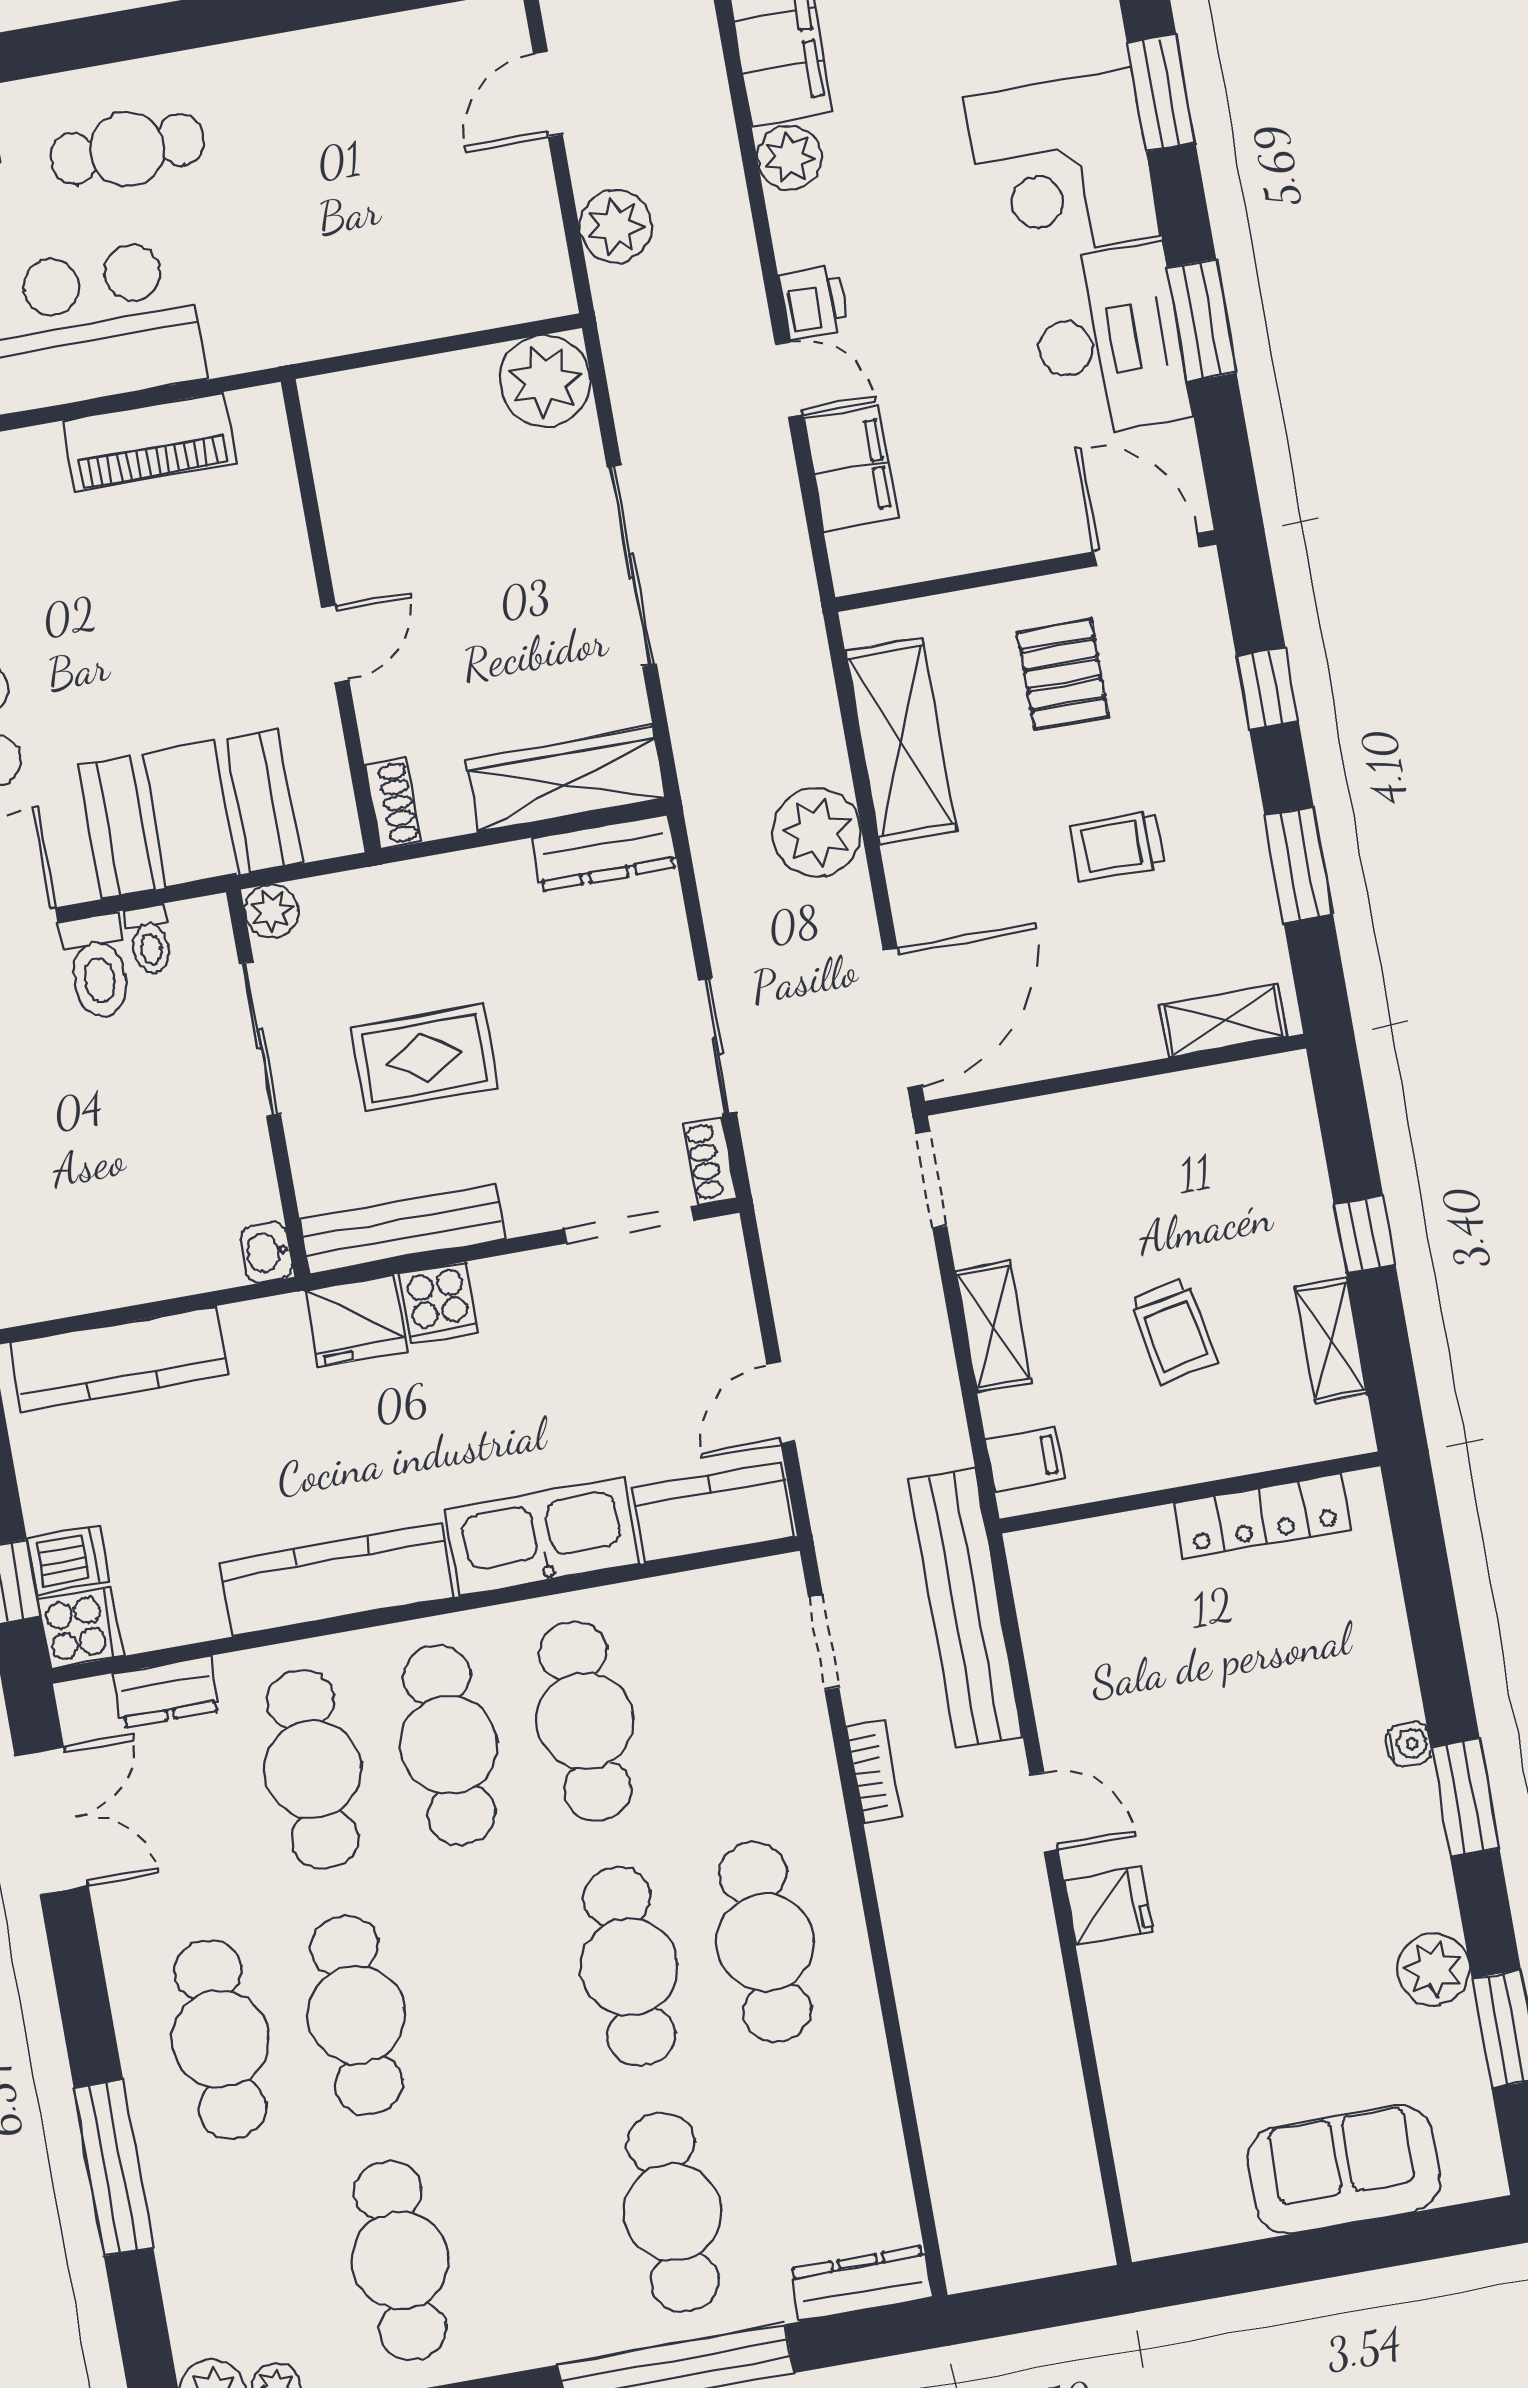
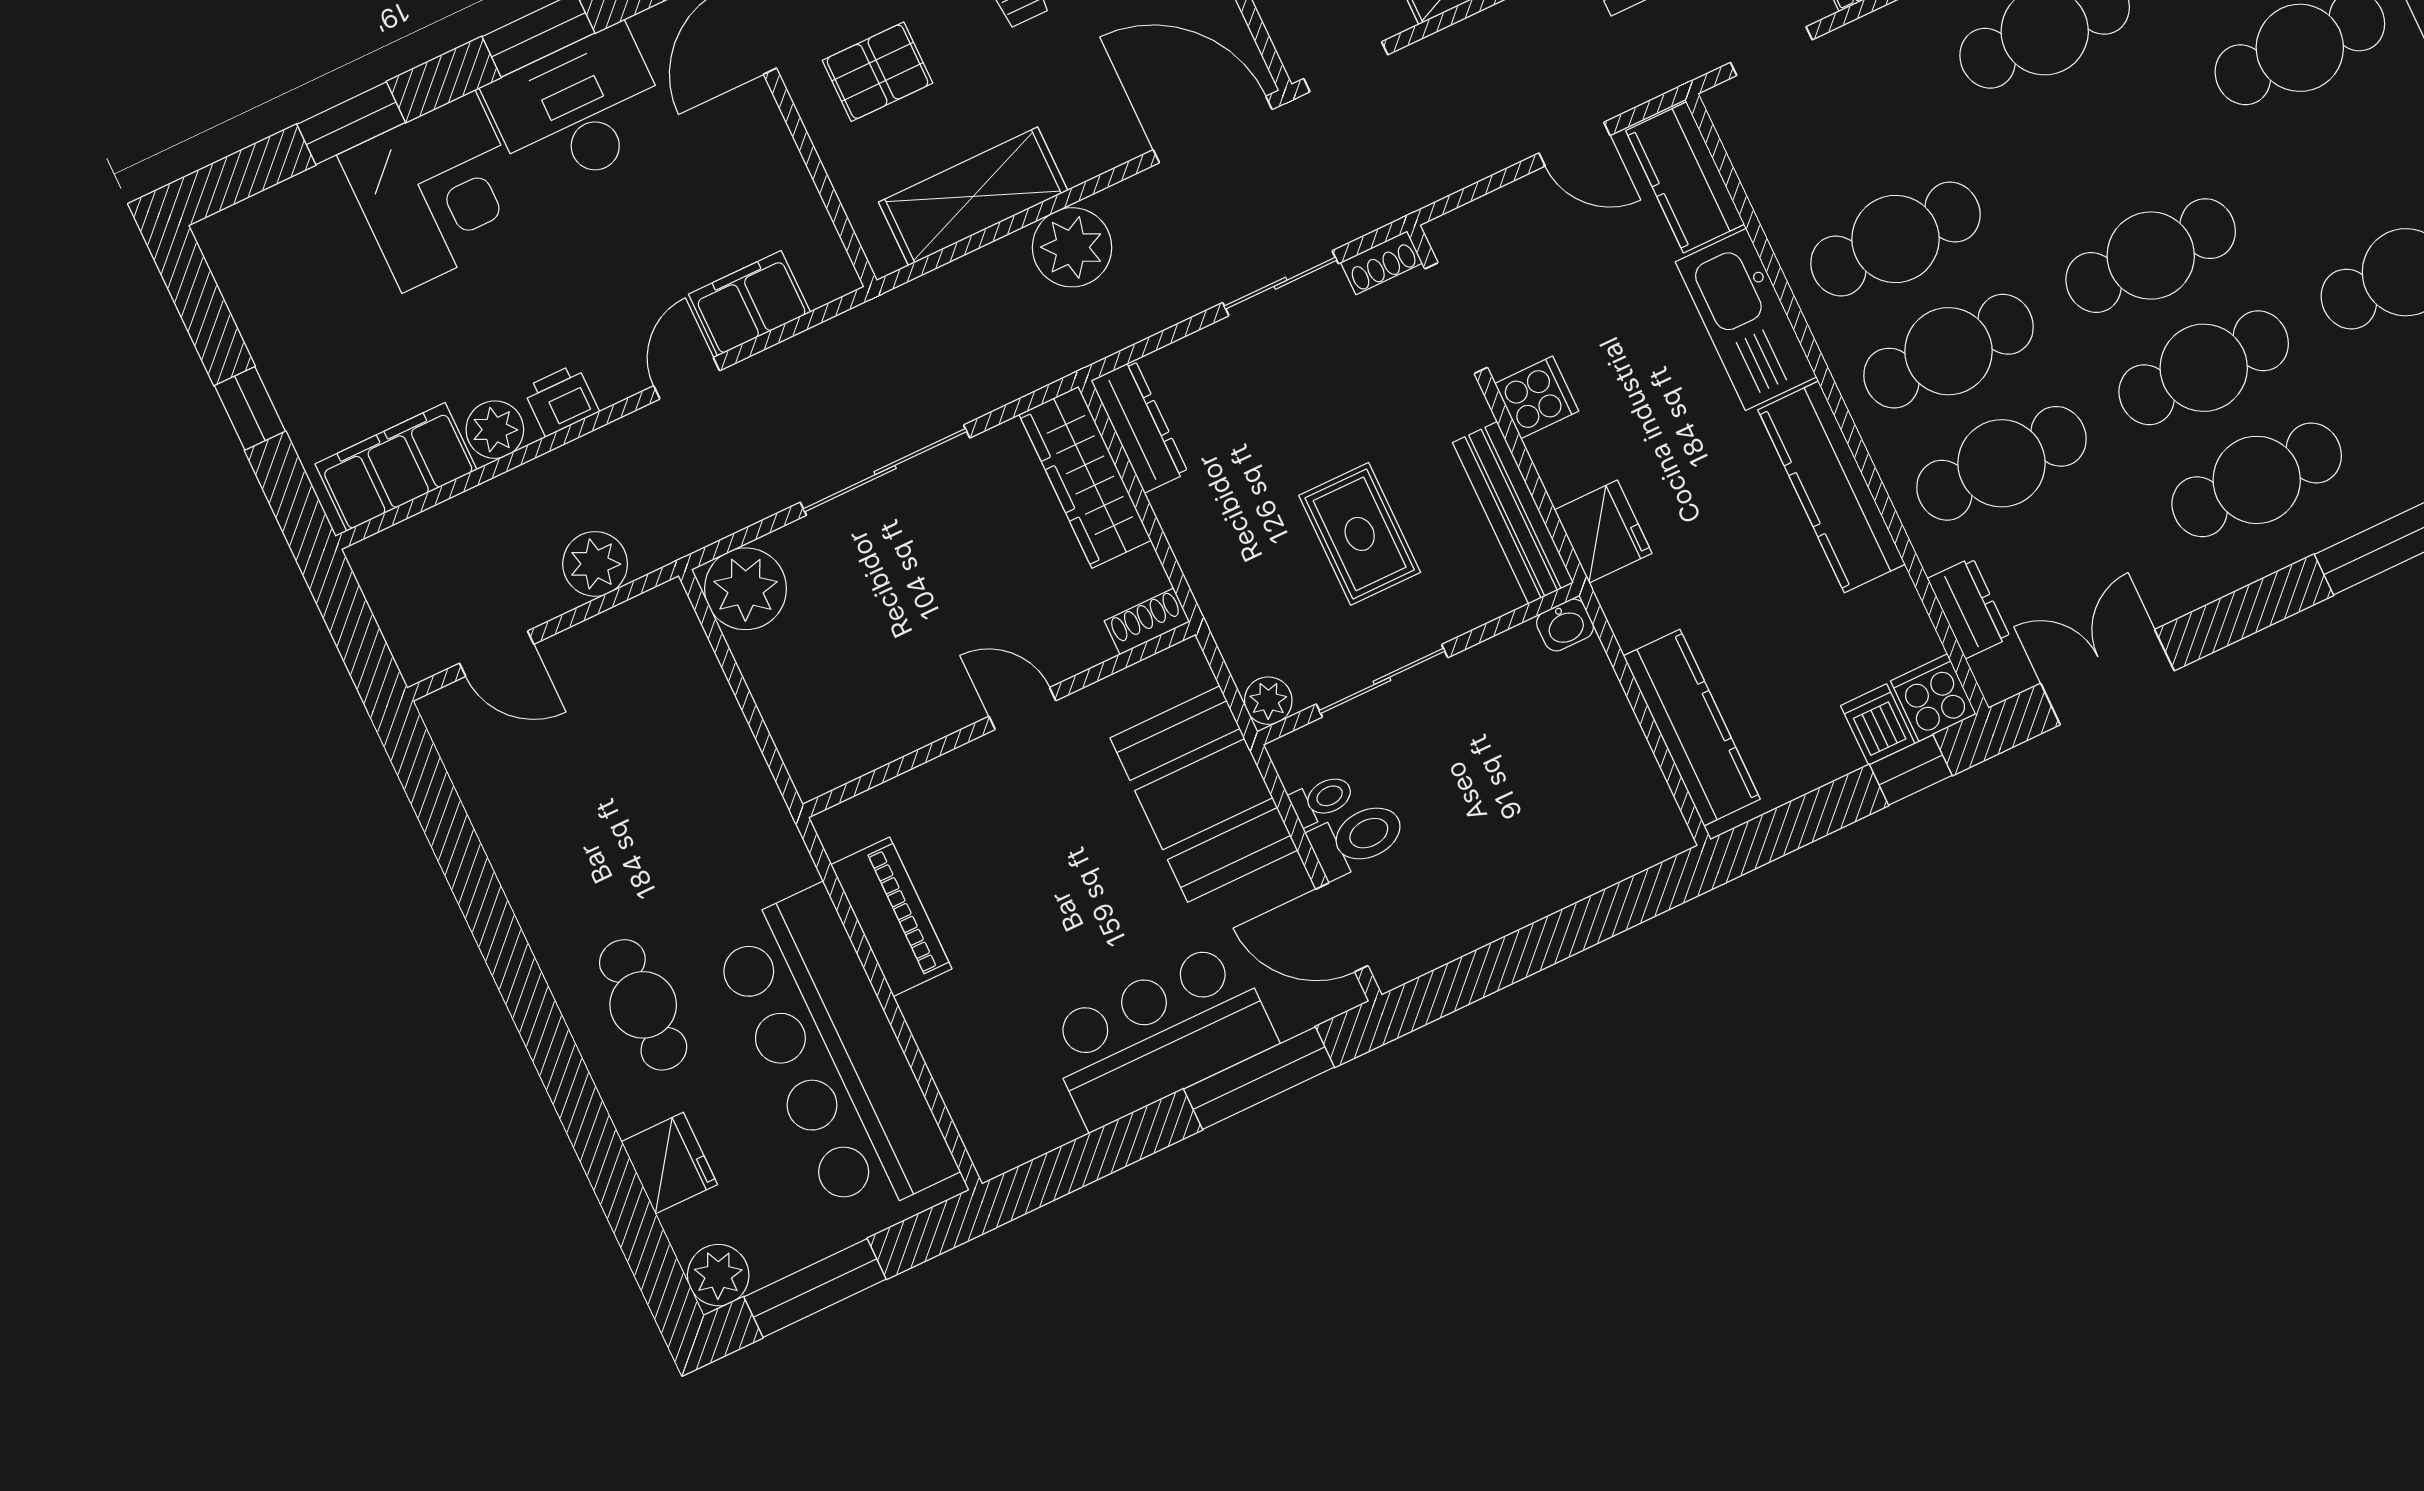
printer: (813, 302) -> (561, 400), moved
cooker: (438, 1303) -> (1537, 397), moved
cafe table: (629, 1966) -> (2151, 256), moved

